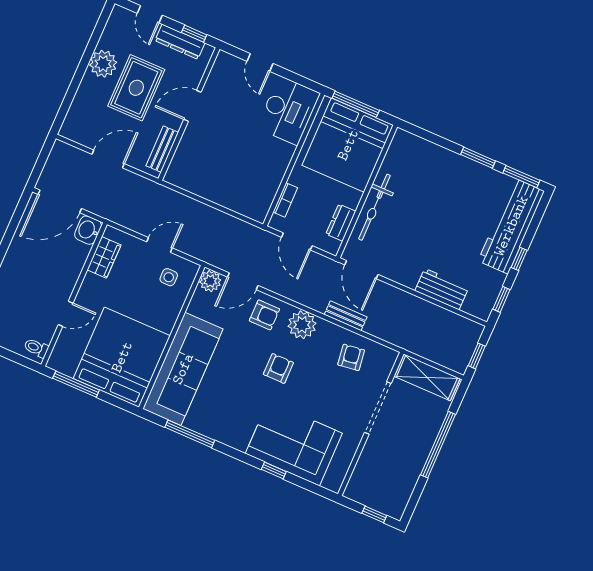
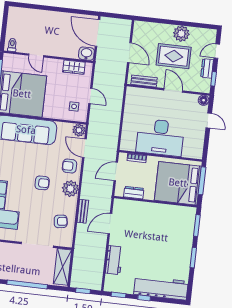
dresser: (180, 42) -> (207, 68), width x0.70
floor lamp: (224, 61) -> (204, 100), added
door: (260, 62) -> (209, 120), swing flipped
desk: (288, 111) -> (160, 137), moved, width x1.36, depth x1.30
window: (521, 177) -> (197, 225), moved
bicycle: (374, 207) -> (148, 209), removed
door: (361, 270) -> (110, 224), moved
armchair: (264, 315) -> (69, 166), turned 90

